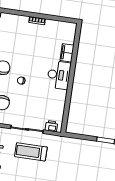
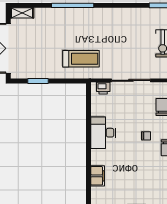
desk: (59, 75) -> (103, 133), moved
treadmill: (31, 152) -> (81, 59), moved

